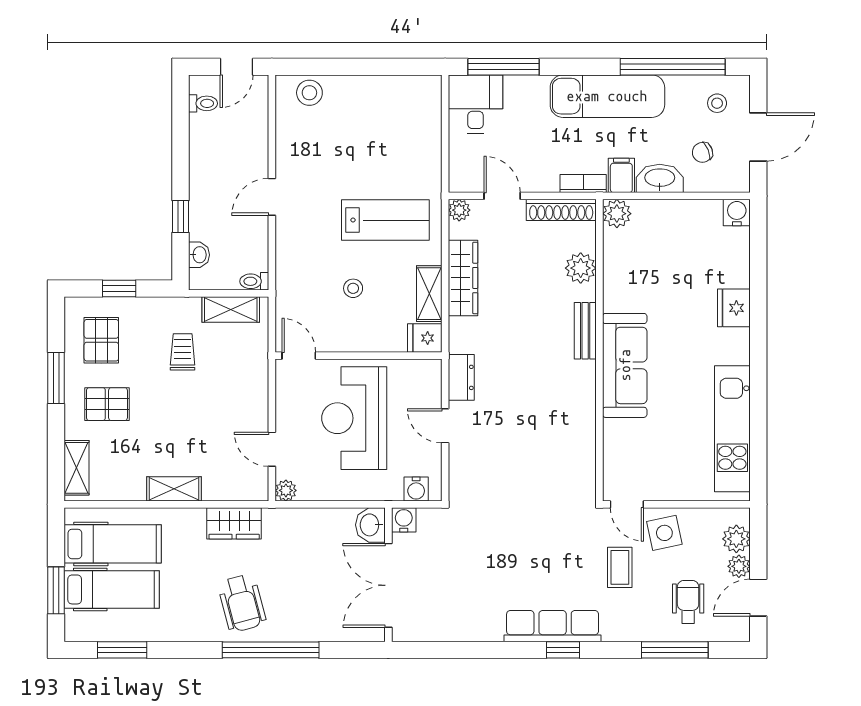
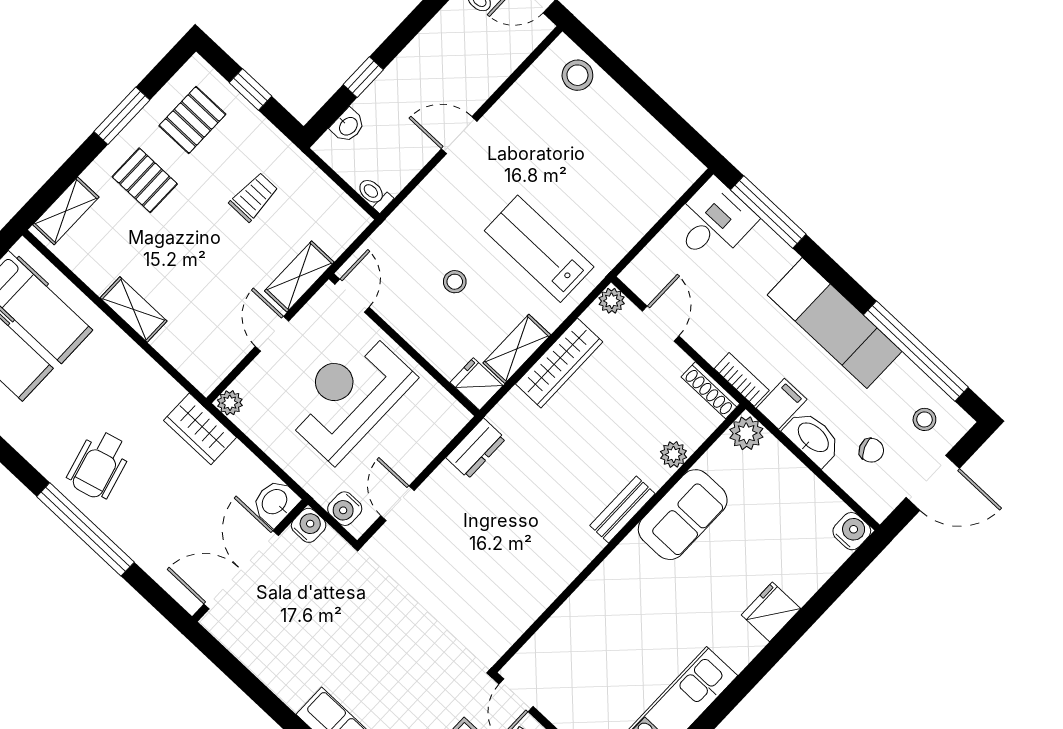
chair: (702, 152) -> (871, 450), turned 180
shoe rack: (561, 210) -> (710, 390), width x0.74, depth x0.81
lab bench: (385, 220) -> (539, 249), turned 180
plant: (581, 268) -> (674, 454), width x0.73, depth x0.73
shelving: (231, 310) -> (299, 276), moved, turned 90
sofa: (625, 365) -> (683, 515), moved, width x0.73
door: (445, 426) -> (398, 503), moved
door: (272, 449) -> (272, 334), moved
wardrobe: (234, 523) -> (200, 429), moved

